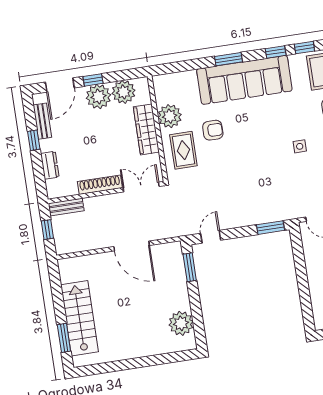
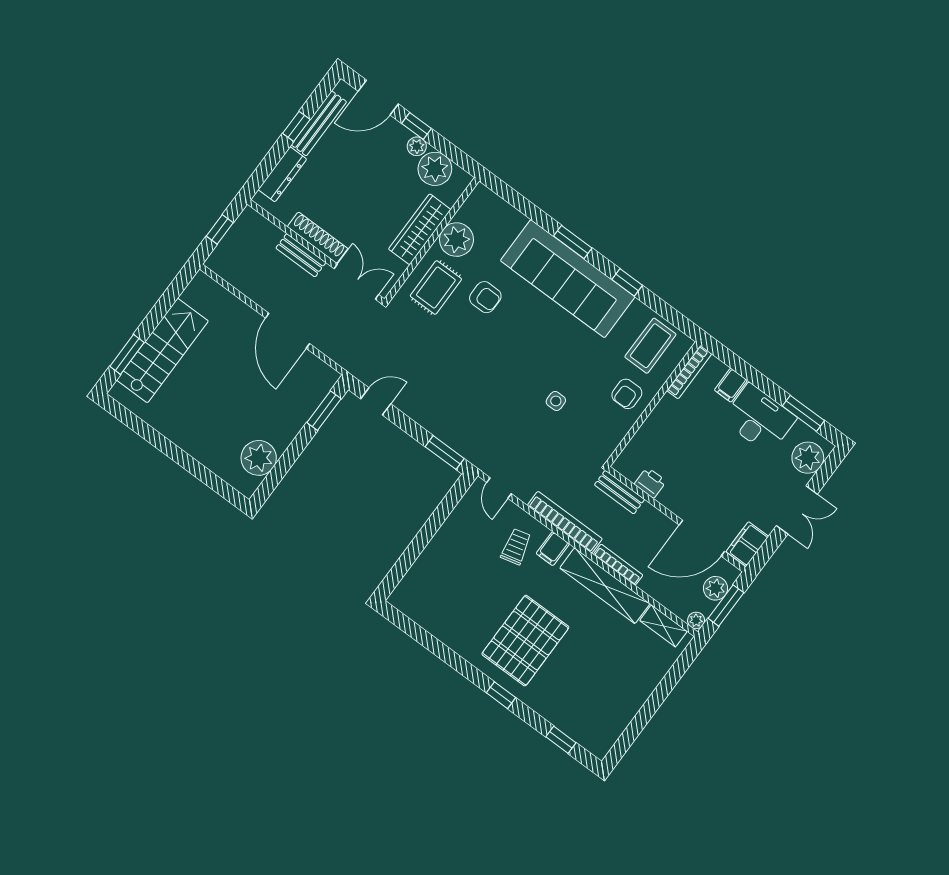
window: (304, 48) -> (660, 307), removed
plant: (98, 96) -> (417, 146), width x0.53, depth x0.53
bench: (42, 121) -> (319, 123), width x1.36
dresser: (50, 165) -> (282, 174), width x1.44
bench: (66, 207) -> (301, 255), moved

